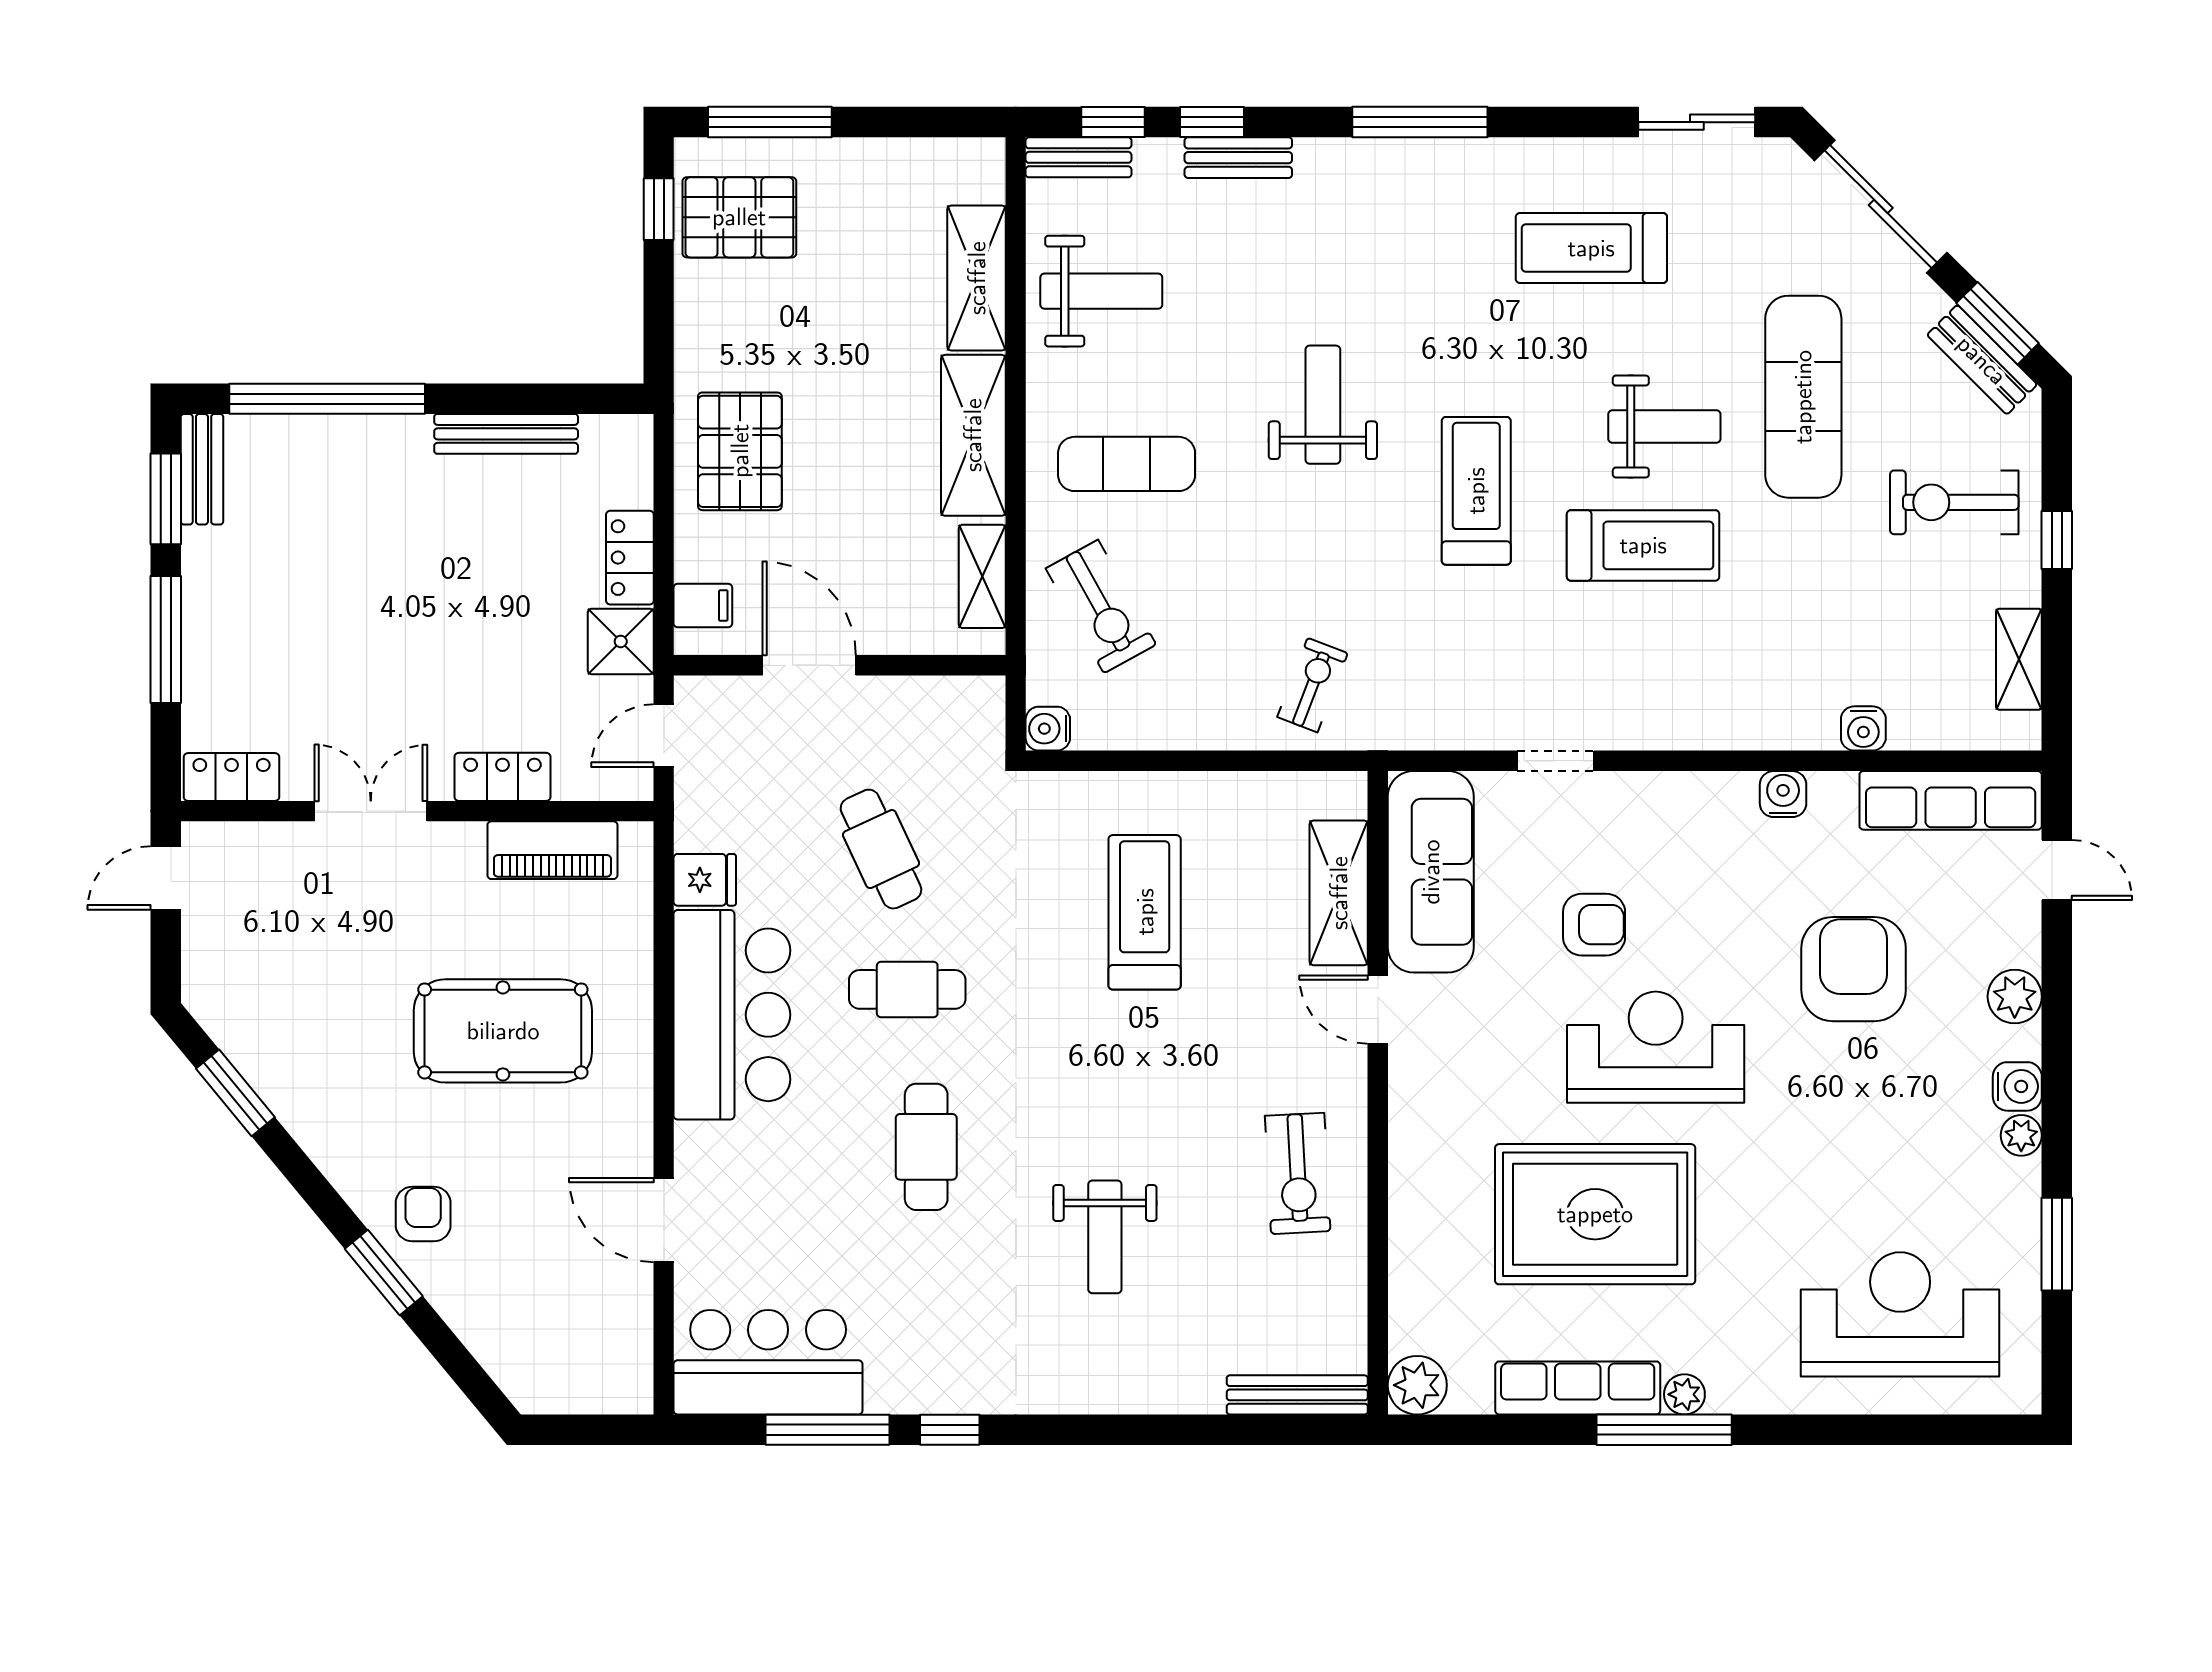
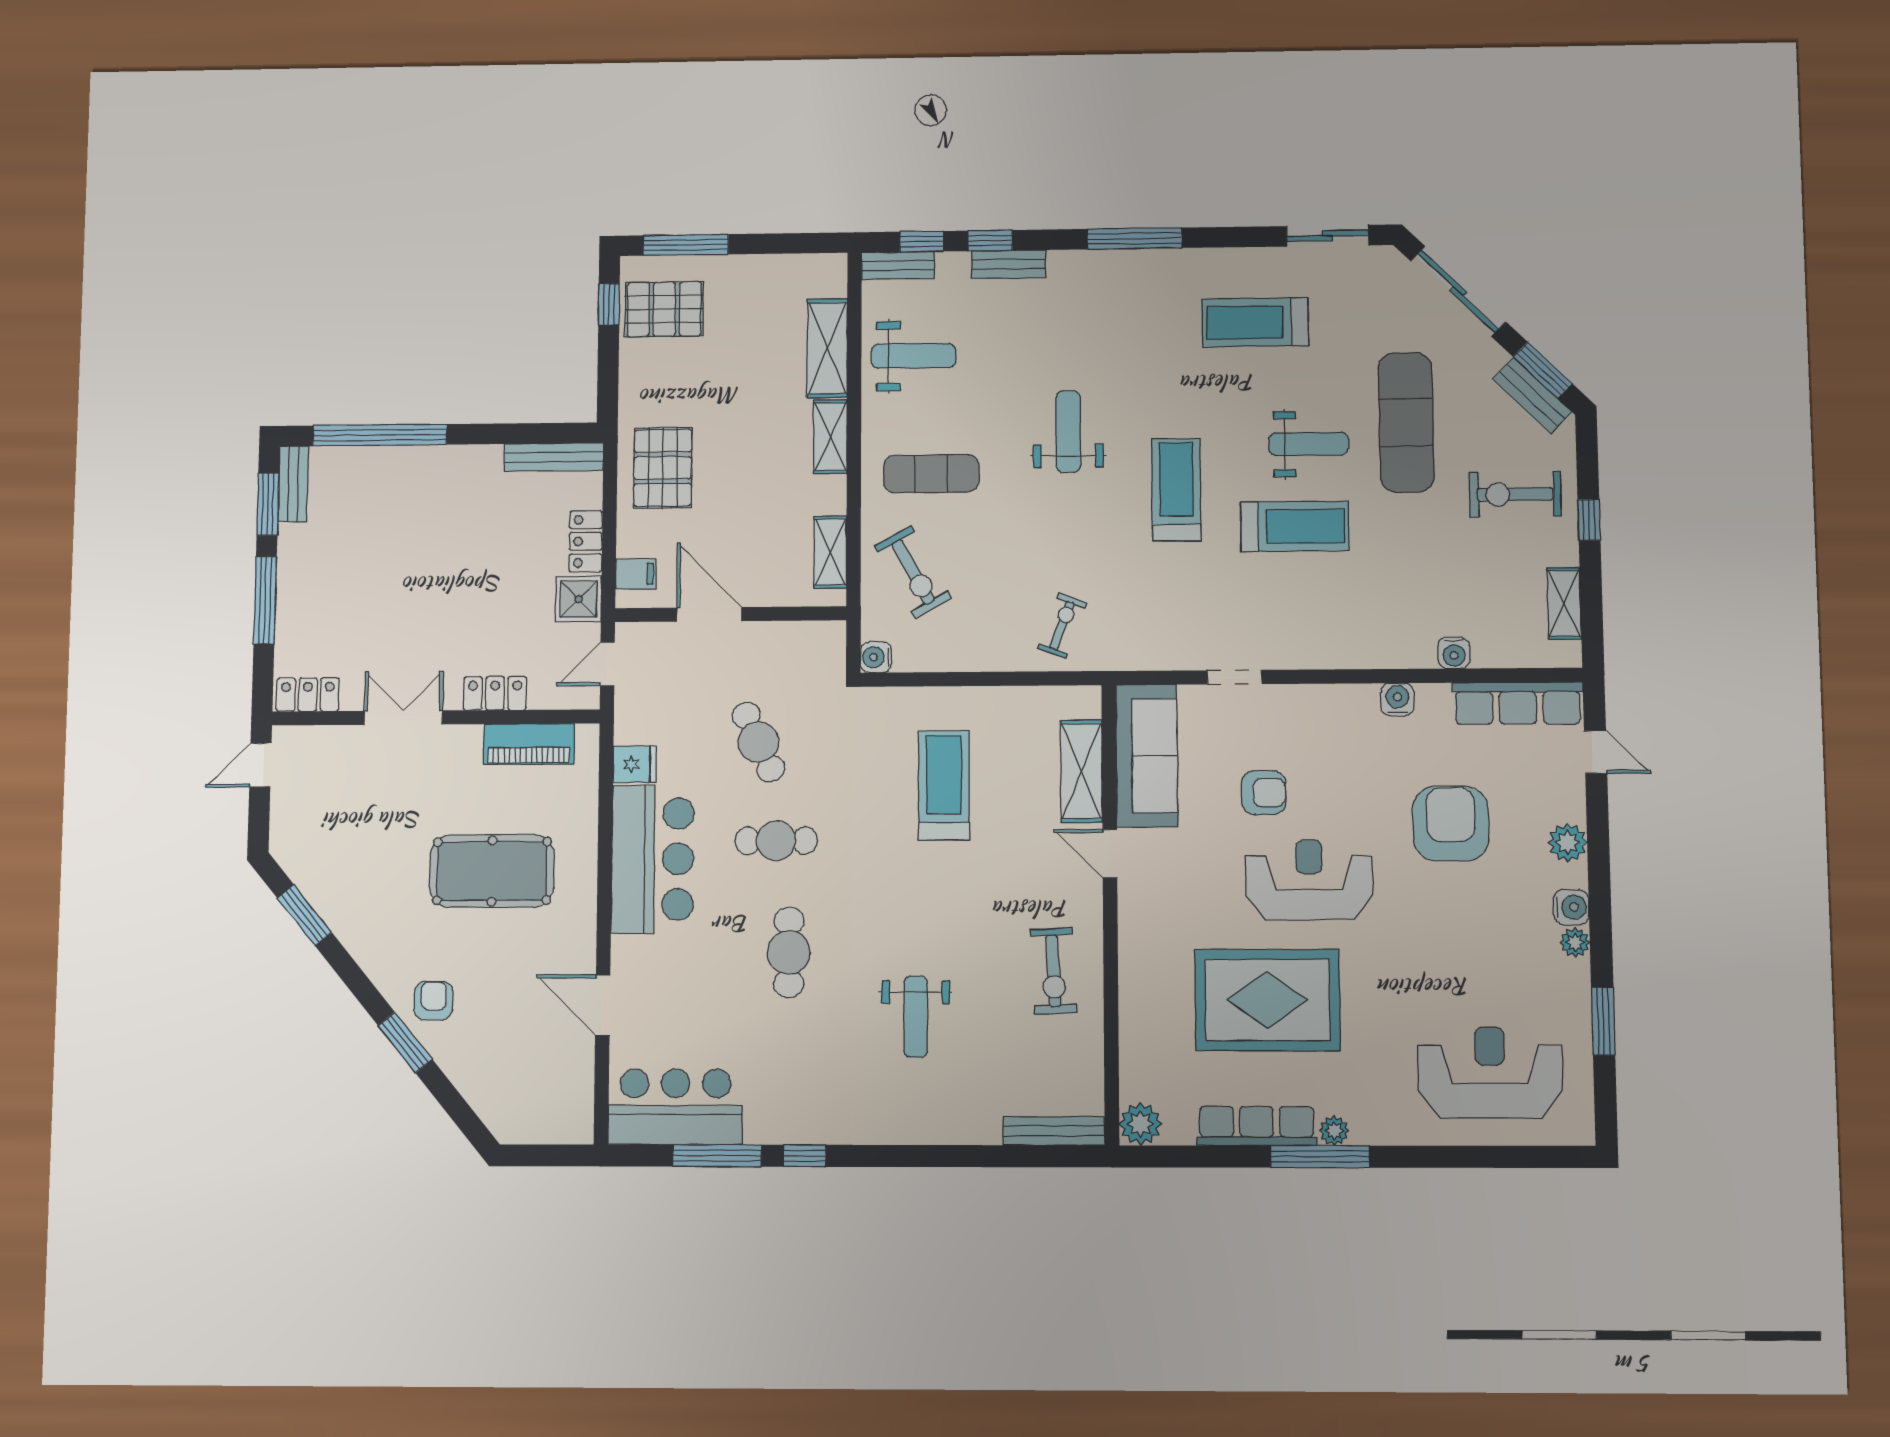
bench: (506, 434) -> (554, 457), moved
shelving: (973, 435) -> (830, 437), width x0.67, depth x0.75

